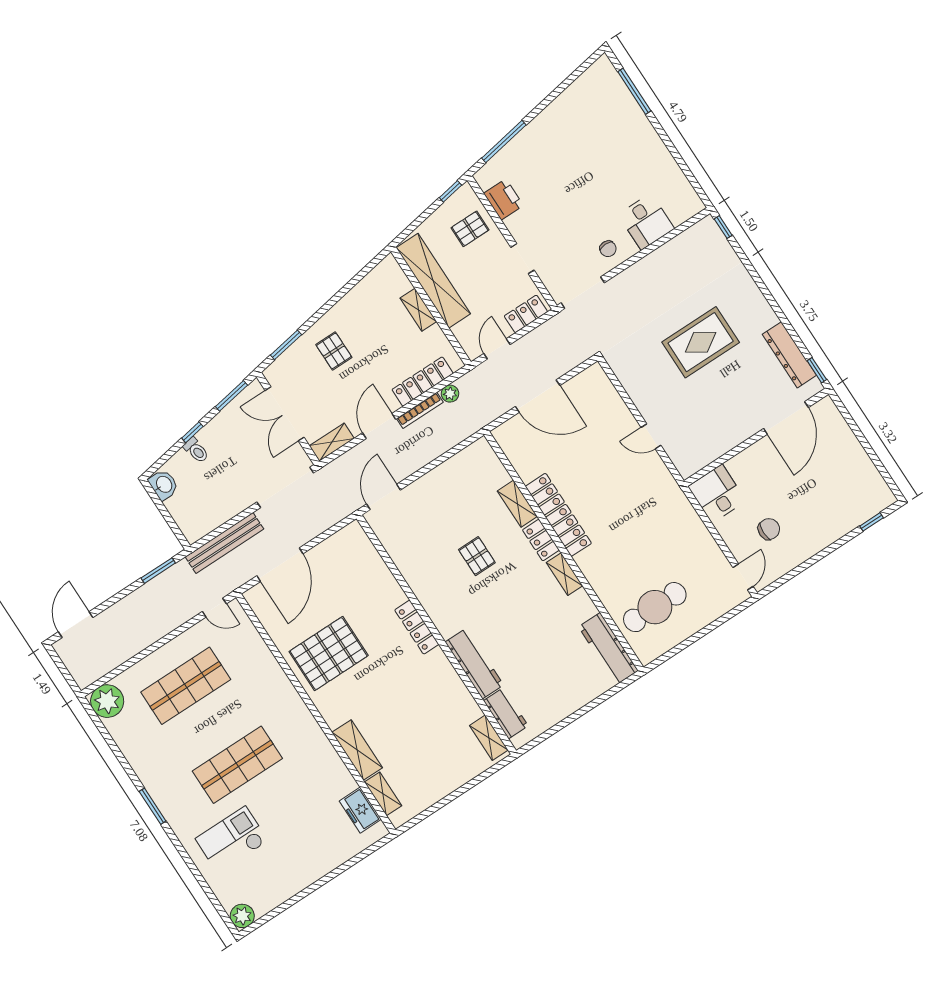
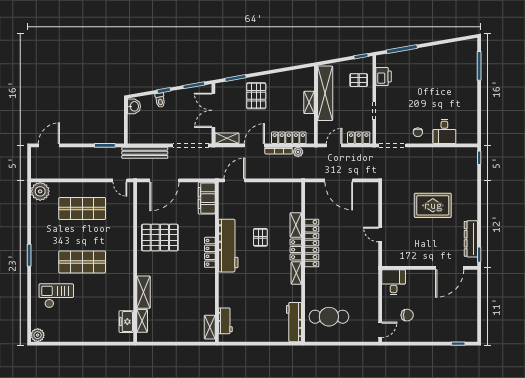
pallet: (334, 351) -> (256, 96), width x1.50, depth x1.42
filing cabinet: (360, 550) -> (207, 198), added
workbench: (474, 663) -> (228, 246), moved, width x1.36, depth x1.32

